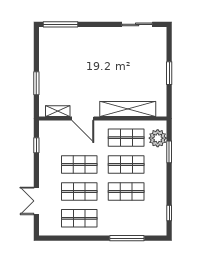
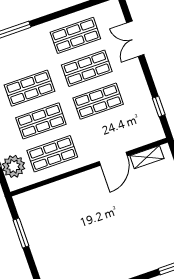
window: (169, 73) -> (21, 233), moved
shelving: (128, 109) -> (62, 189), removed
door: (83, 119) -> (113, 159), swing flipped
double door: (36, 201) -> (135, 39), swing flipped

